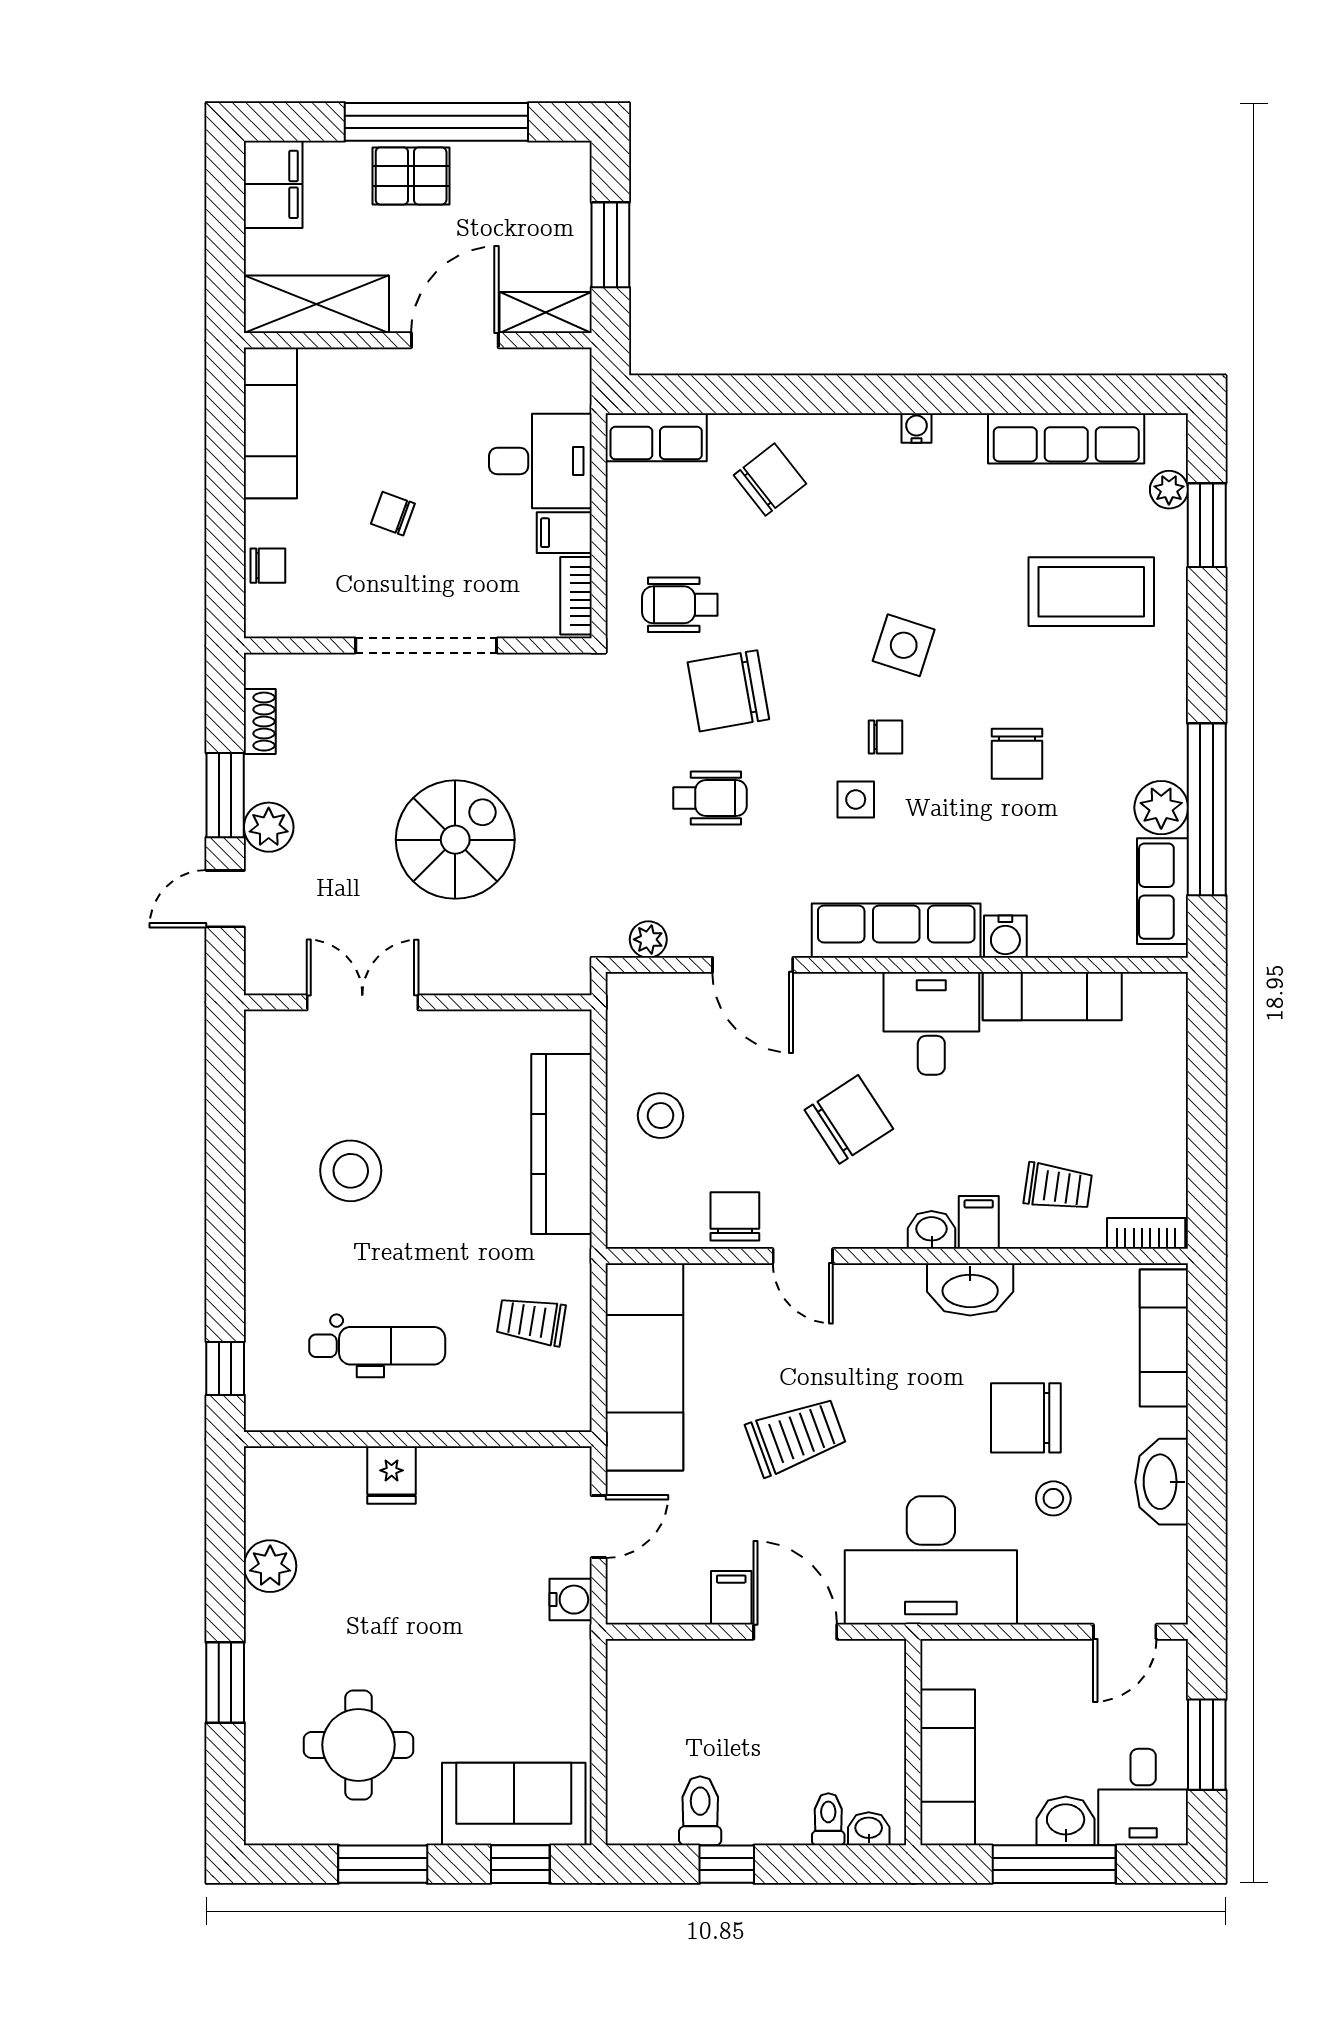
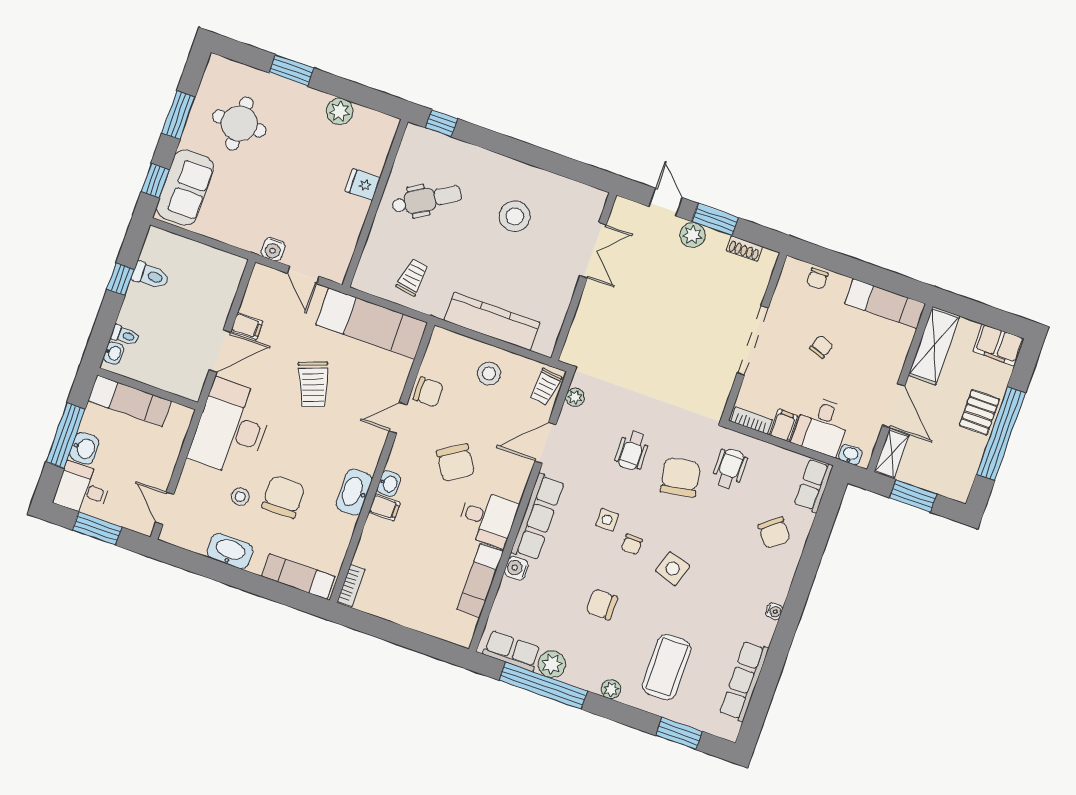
washbasin: (574, 389) -> (850, 455), added
plant: (1169, 490) -> (611, 689), moved
spiral stairs: (455, 840) -> (655, 322), removed
trolley: (1058, 1187) -> (545, 387), moved
dental chair: (377, 1346) -> (427, 200), turned -121

